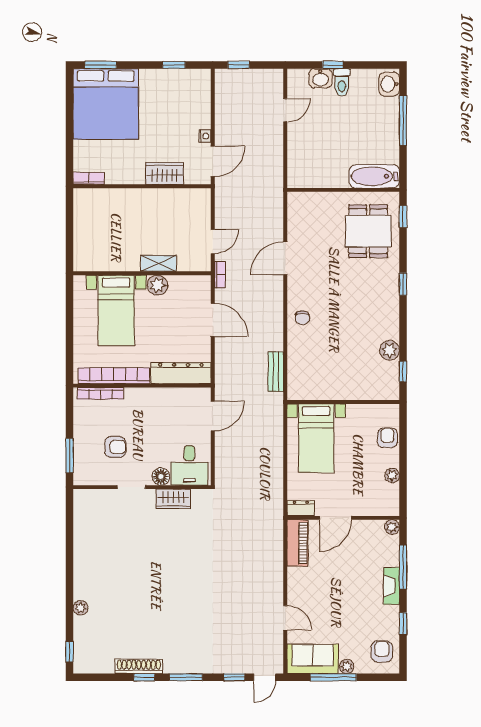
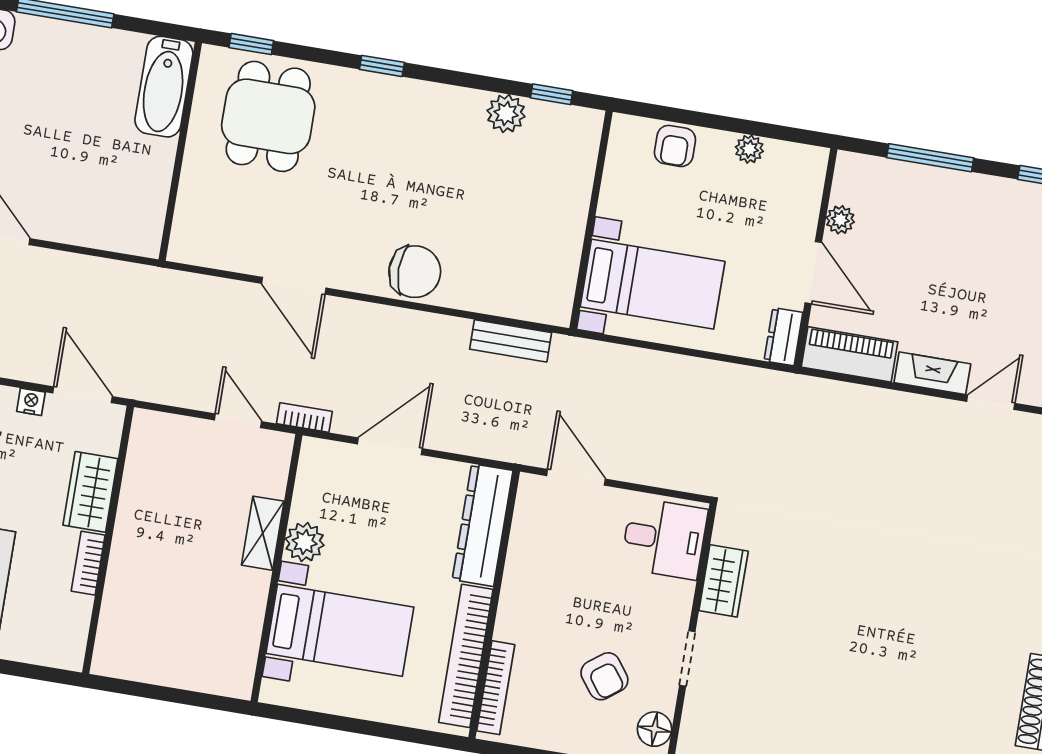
bookcase: (89, 178) -> (88, 563), moved
dining table: (368, 231) -> (268, 116), turned 90
chair: (302, 318) -> (415, 272), width x1.87, depth x1.87
armchair: (387, 438) -> (675, 146), turned -90
armchair: (115, 447) -> (604, 676), turned 143
floor lamp: (161, 477) -> (654, 729), moved
plant: (392, 527) -> (840, 220), moved
fireplace: (391, 586) -> (932, 373), moved, turned 180

